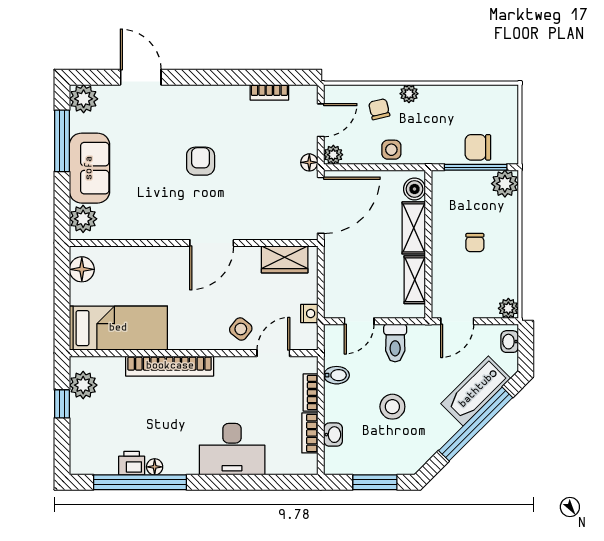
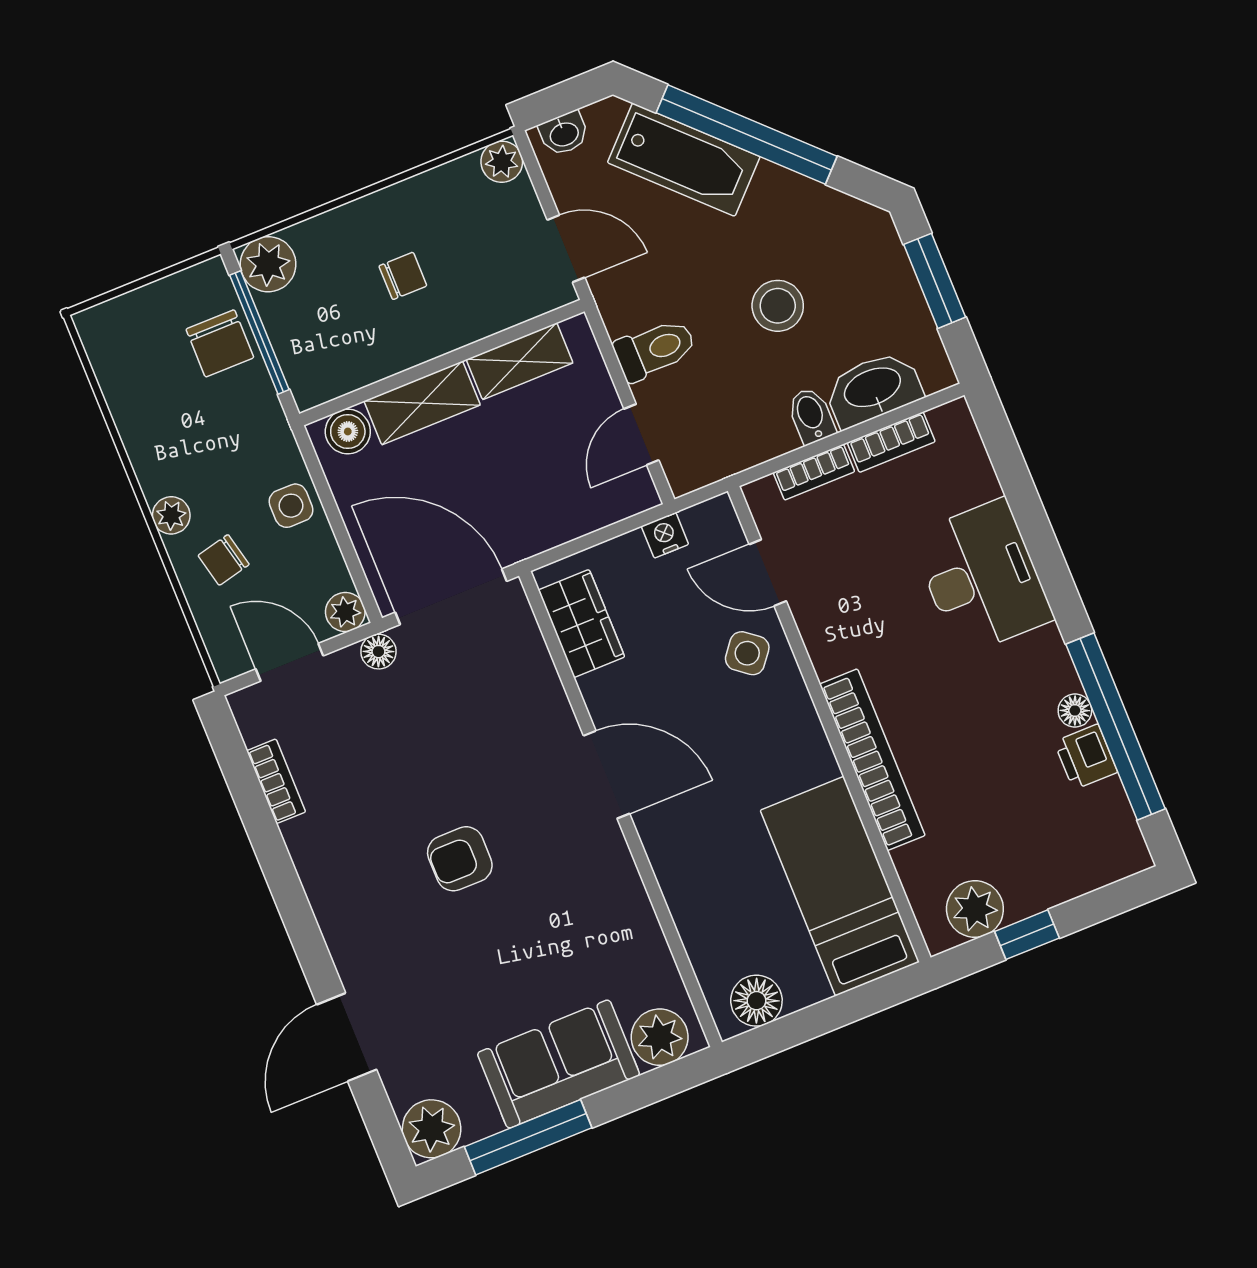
door: (359, 321) -> (641, 435), swing flipped
bidet: (337, 375) -> (811, 416), moved
washbasin: (333, 435) -> (873, 389), width x1.91, depth x1.45

